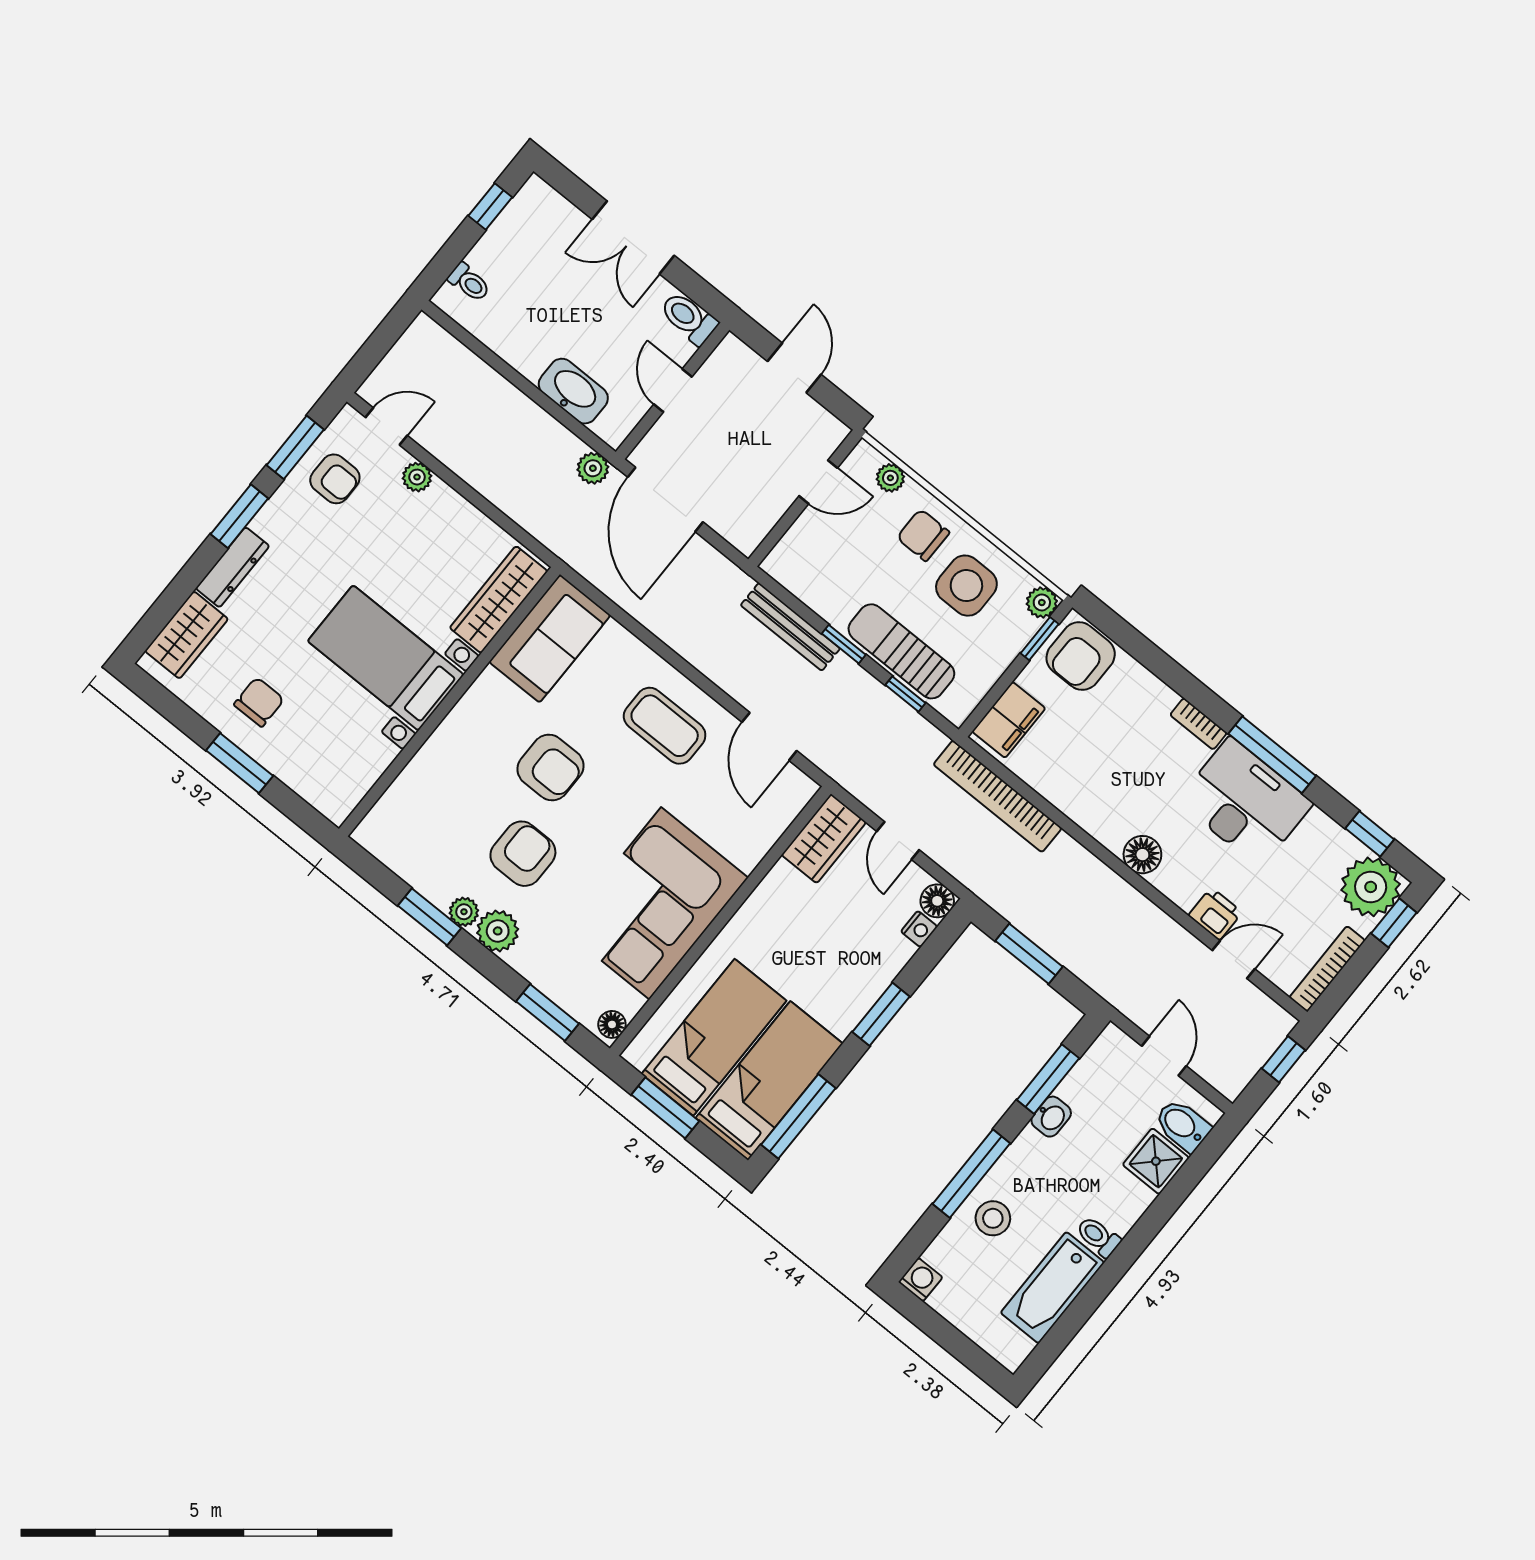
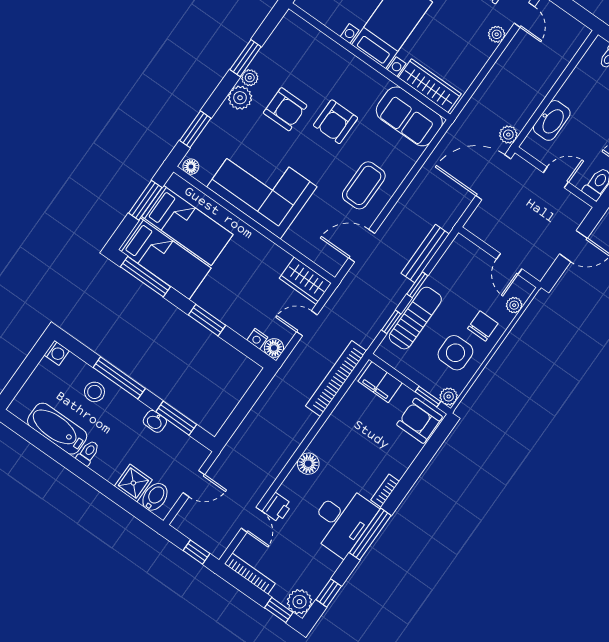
plant: (1371, 887) -> (299, 602), width x0.73, depth x0.73
window: (1029, 954) -> (247, 402), removed

